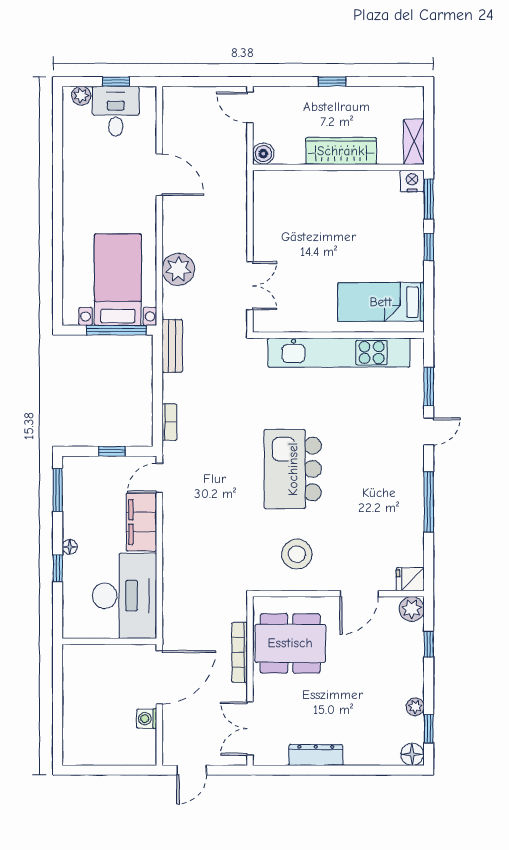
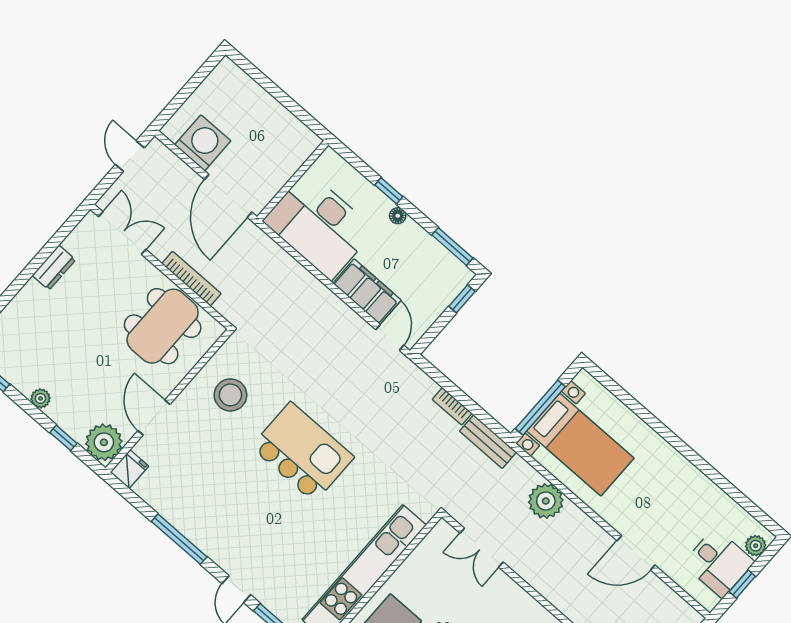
bookcase: (169, 422) -> (452, 406), moved
window: (112, 451) -> (462, 299), moved
plant: (412, 609) -> (104, 442), width x1.36, depth x1.36
plant: (415, 707) -> (40, 398), moved
washing machine: (147, 719) -> (203, 143), width x1.89, depth x1.89
dresser: (316, 755) -> (54, 268), width x0.70

